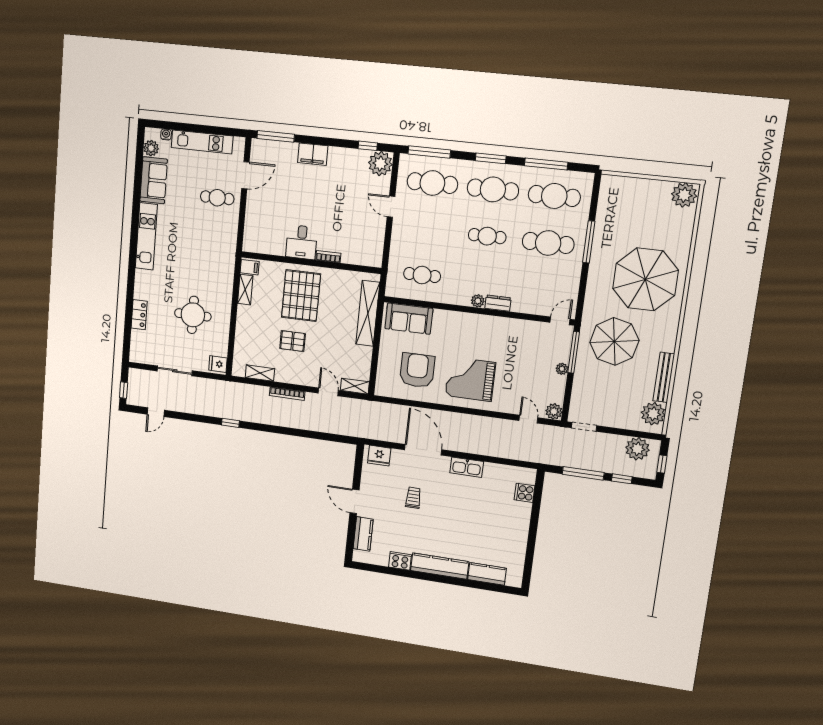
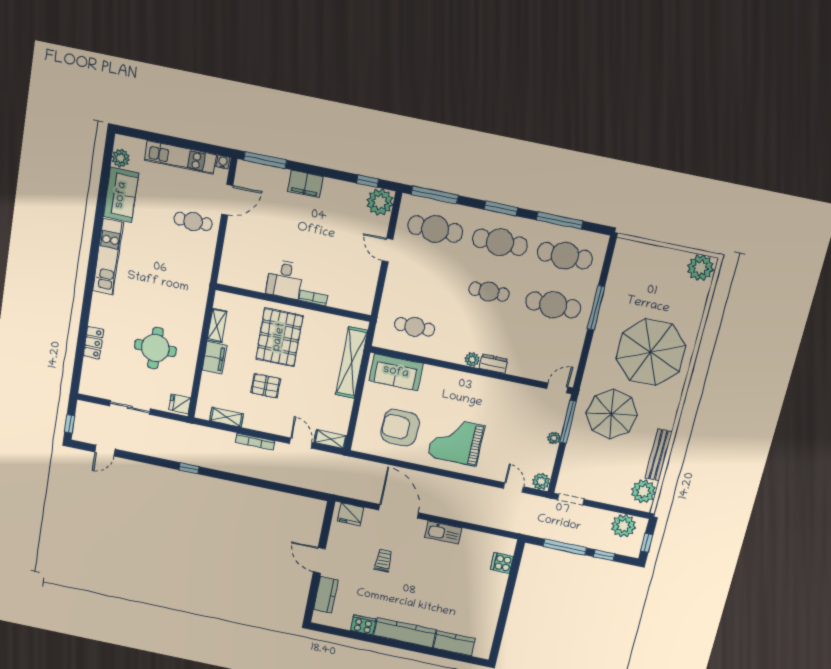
water cooler: (166, 135) -> (223, 162), moved
filing cabinet: (250, 267) -> (214, 358), moved, width x2.00
armchair: (417, 370) -> (400, 428), turned -89

